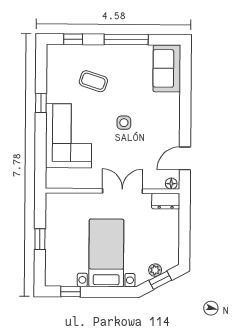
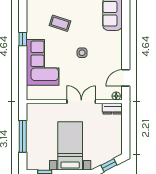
window: (40, 239) -> (23, 136), width x2.17
plant: (155, 270) -> (105, 158), removed

